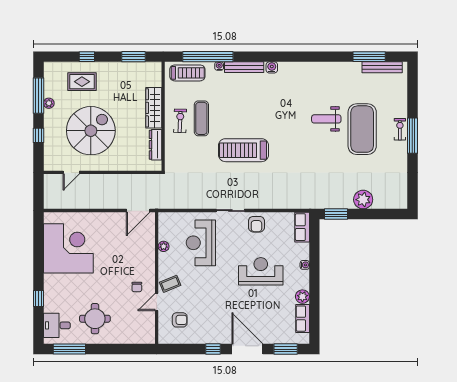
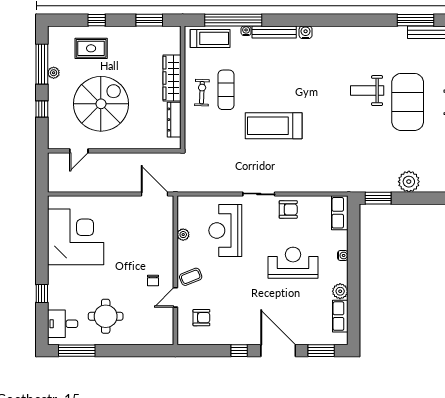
door: (138, 211) -> (154, 194), swing flipped
armchair: (256, 224) -> (288, 209), turned -90

